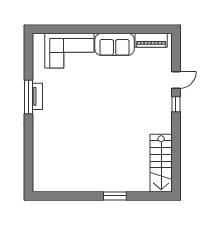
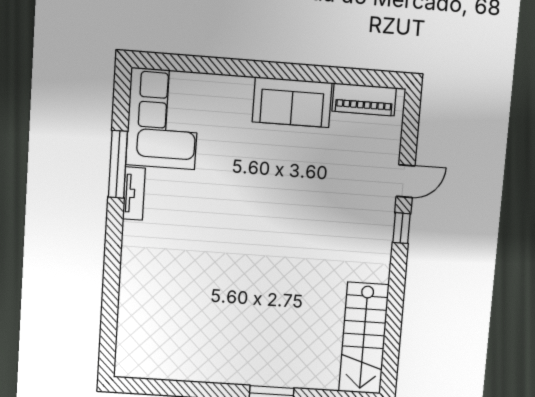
corner sofa: (69, 51) -> (163, 119), moved, turned -90
window: (28, 97) -> (118, 164), moved

